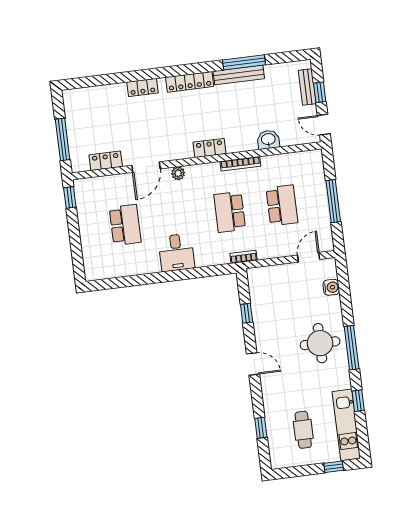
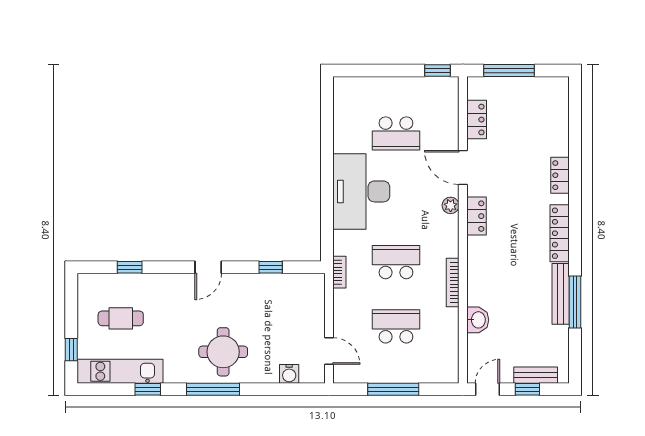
locker: (209, 148) -> (476, 216), moved
school desk: (282, 205) -> (396, 326), turned 180
desk: (176, 252) -> (361, 191), width x1.87, depth x1.30

